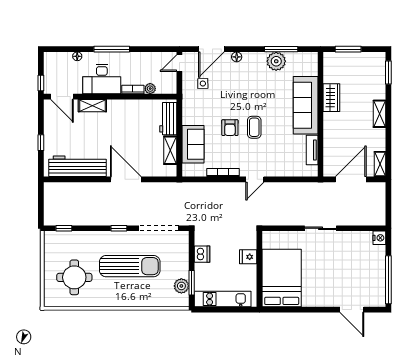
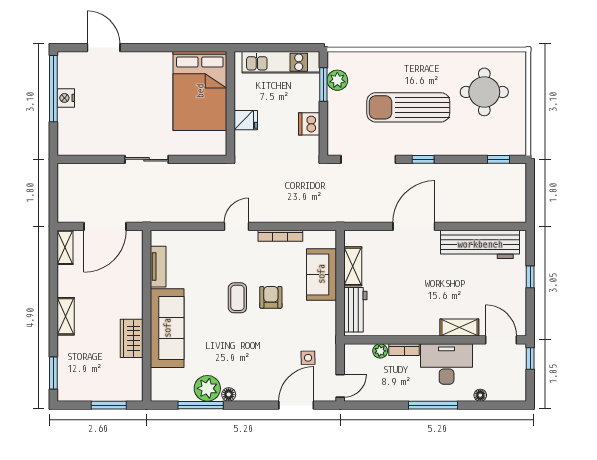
floor lamp: (237, 57) -> (229, 394), moved
door: (126, 179) -> (414, 226), swing flipped
nightstand: (379, 238) -> (66, 98), moved

